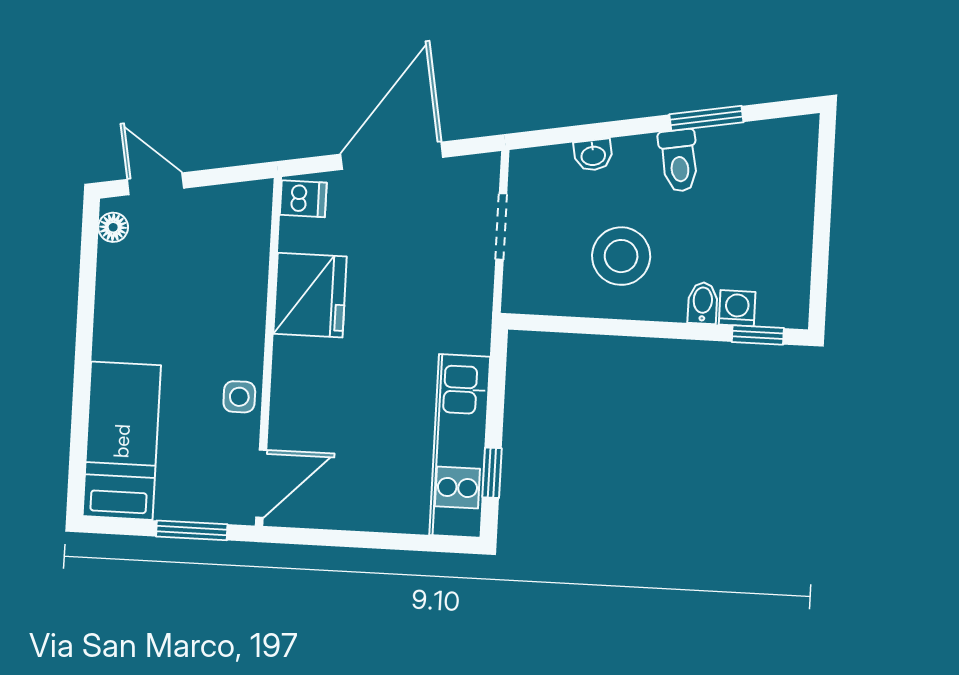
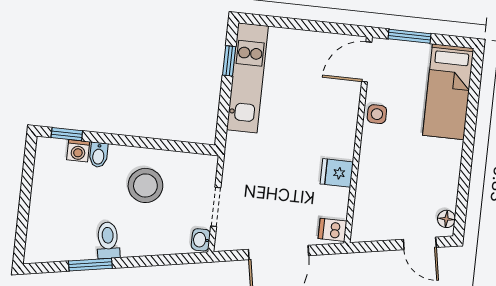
washbasin: (593, 155) -> (201, 240), moved, turned -80
fridge: (310, 295) -> (337, 173), width x0.53, depth x0.75

